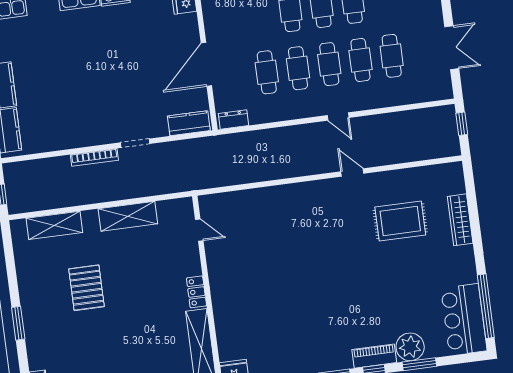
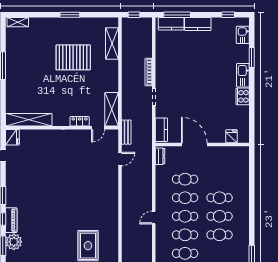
door: (352, 172) -> (120, 159), moved
bench: (200, 182) -> (126, 132), added
shelving: (128, 216) -> (112, 109), moved
pallet: (87, 288) -> (73, 57), width x1.37, depth x1.41
locker: (196, 292) -> (80, 121), moved
window: (18, 323) -> (70, 15), moved

